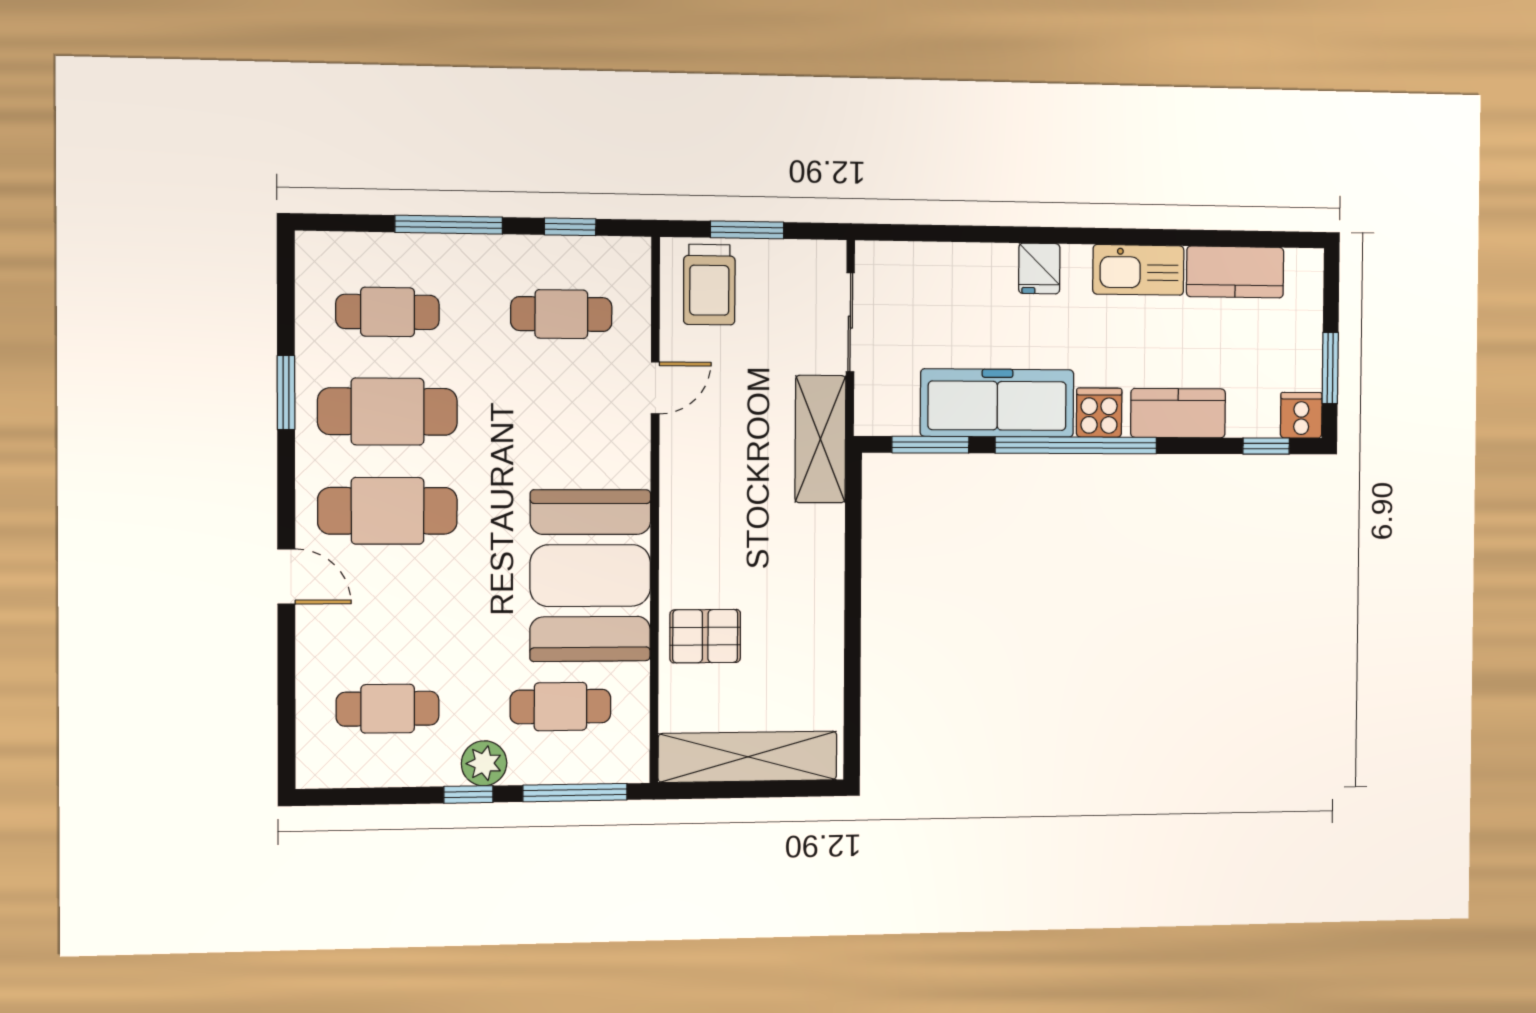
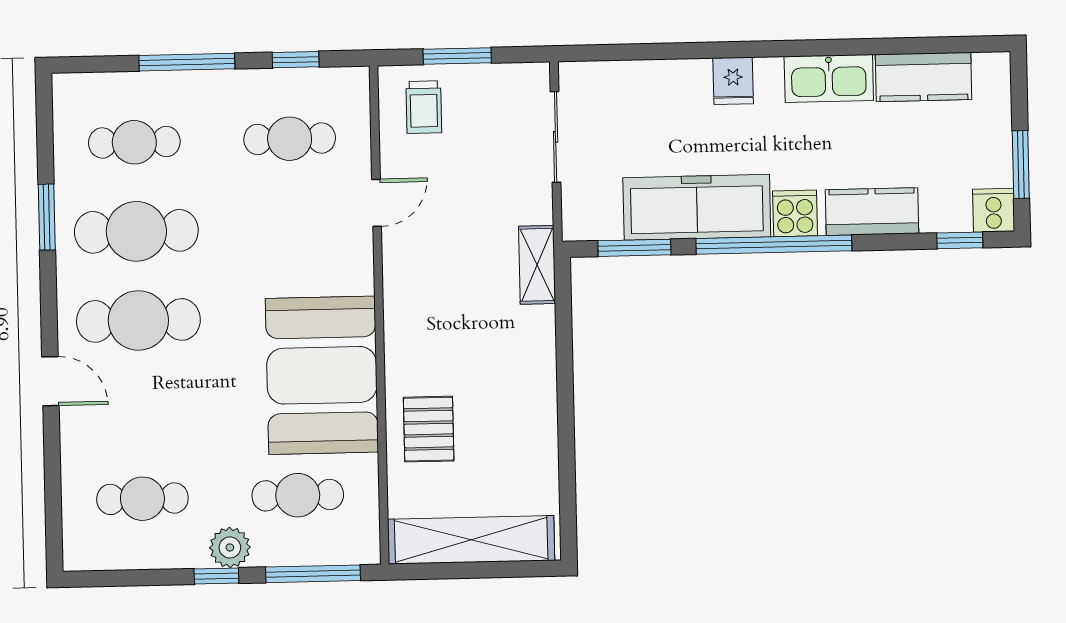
trolley: (709, 285) -> (424, 107), width x0.73, depth x0.72
shelving: (820, 439) -> (537, 265), width x0.67, depth x0.75
pallet: (705, 636) -> (429, 429), turned 90

